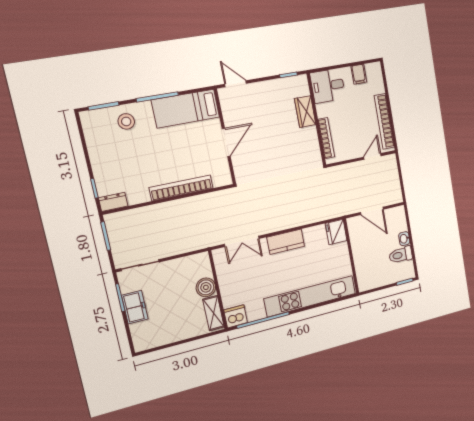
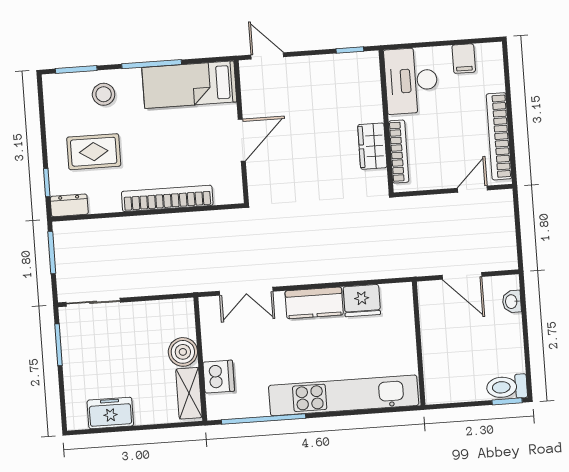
desk: (328, 86) -> (411, 81), width x1.37
wardrobe: (305, 112) -> (372, 146), moved
rug: (125, 162) -> (94, 152), added
fridge: (336, 232) -> (362, 301), moved, turned -90
washbasin: (404, 239) -> (512, 302), moved
toilet: (401, 255) -> (507, 387), moved
freezer: (135, 307) -> (110, 413), moved, turned -90
dishwasher: (236, 316) -> (219, 377), moved, turned 90

